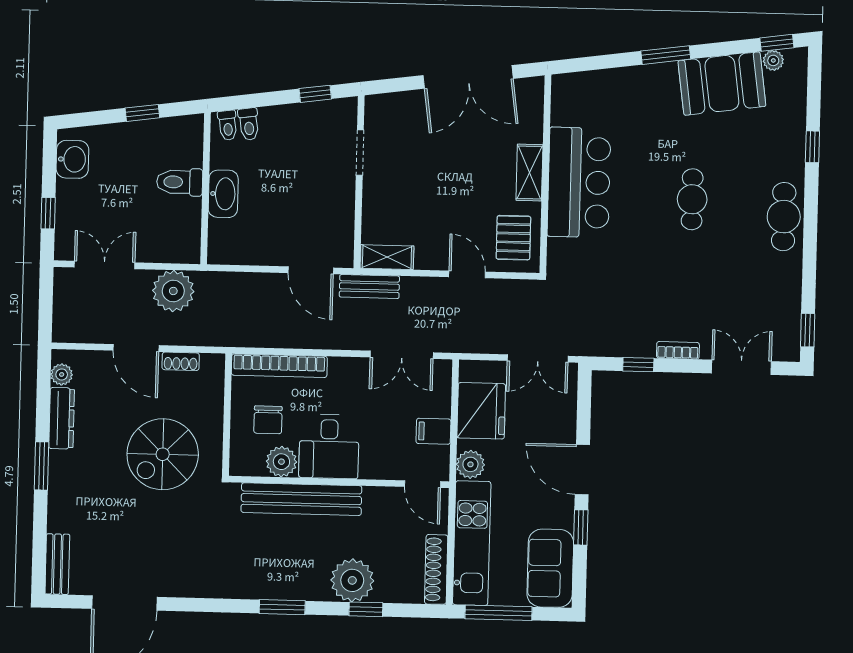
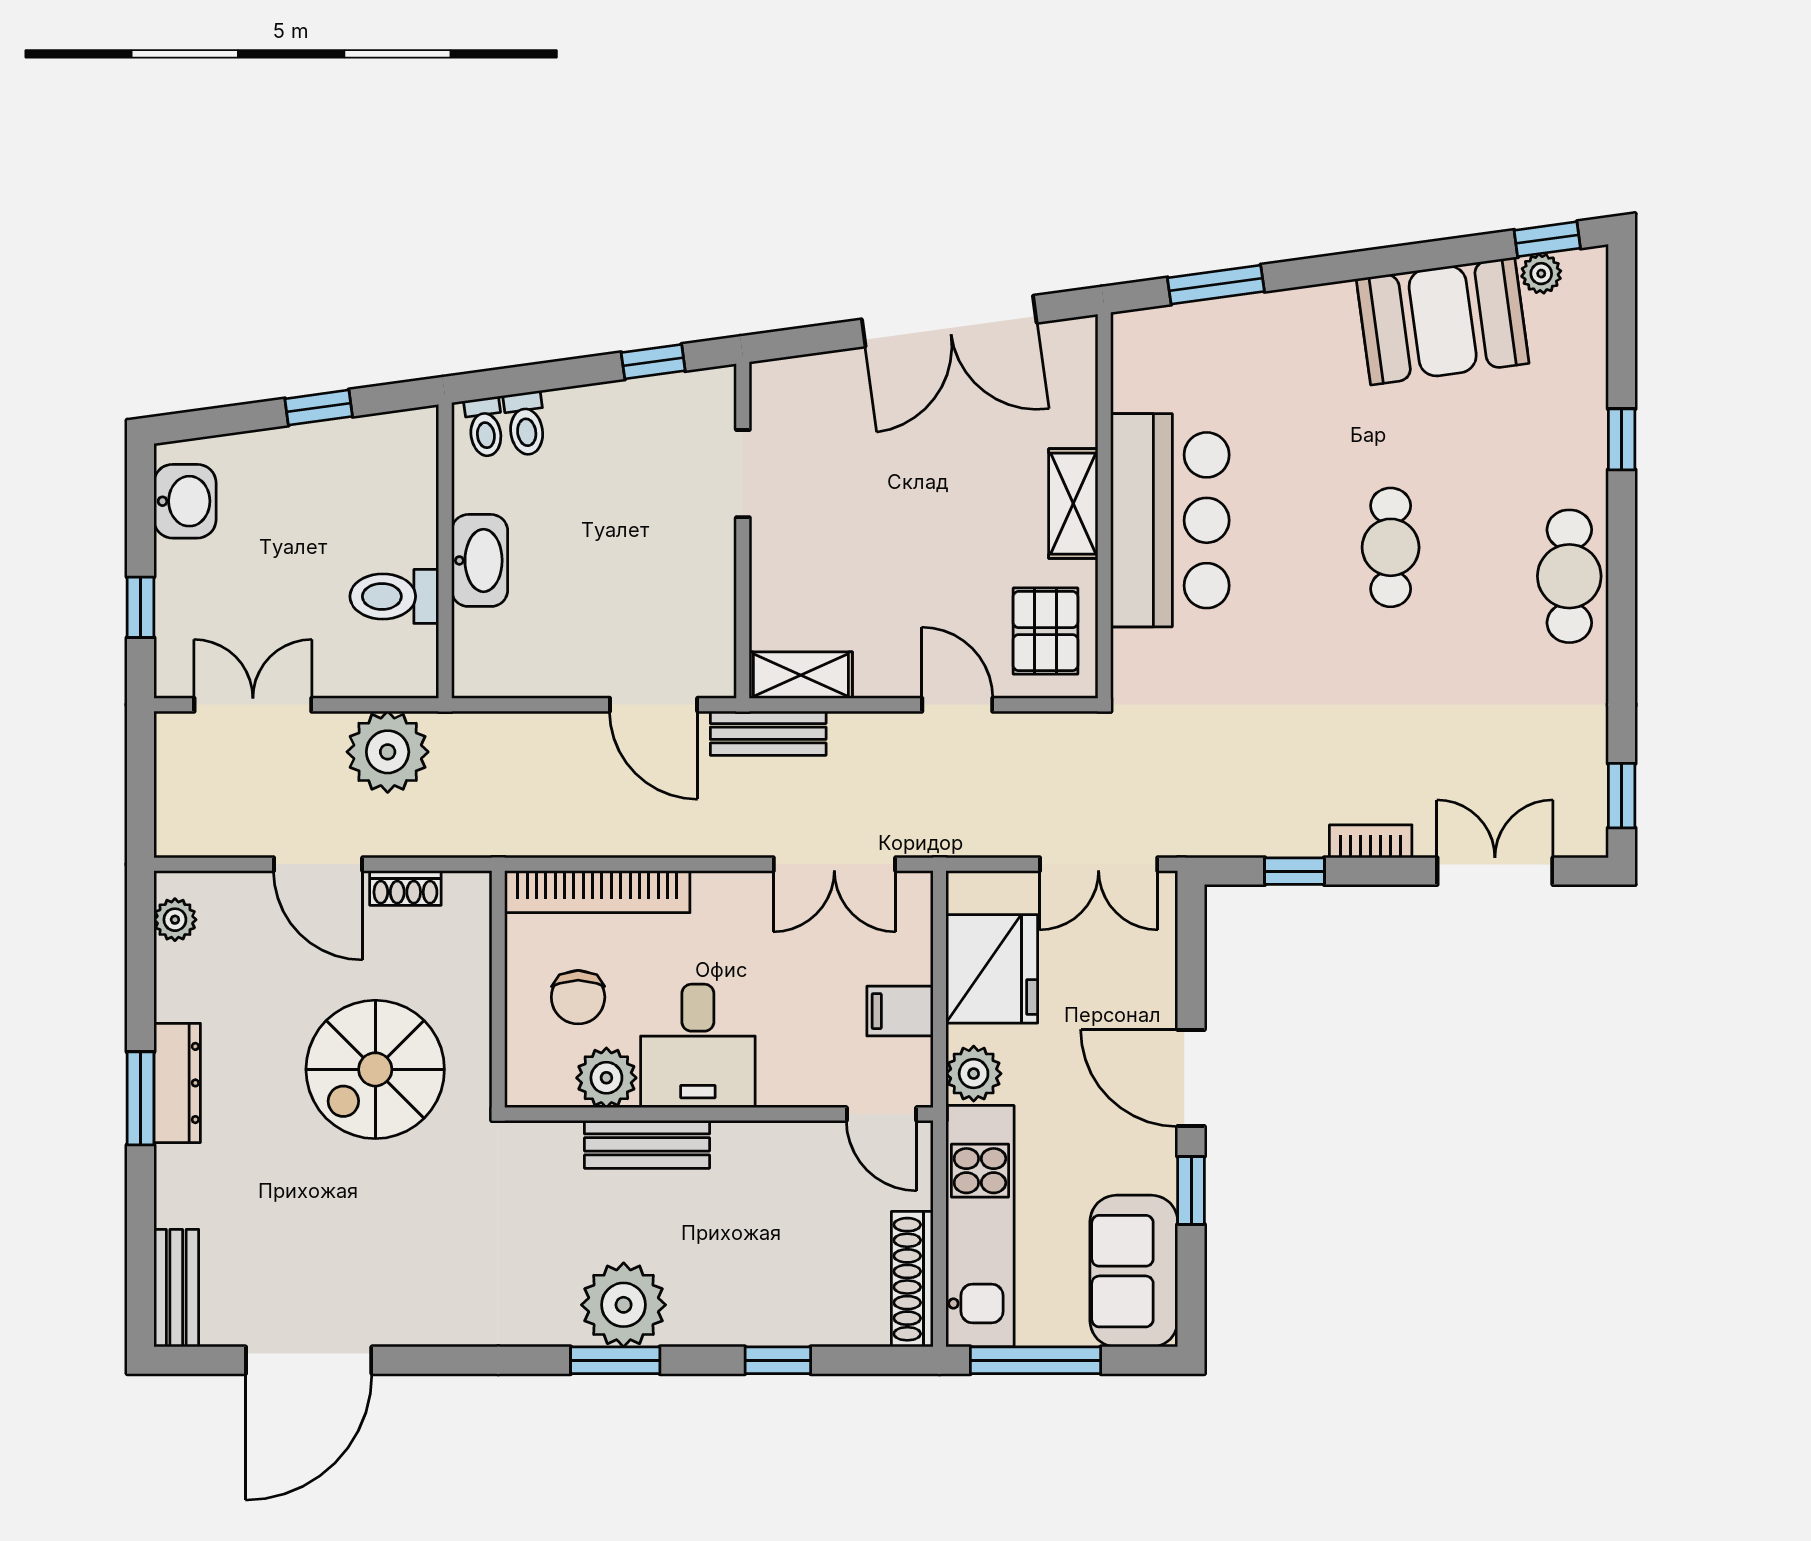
window: (666, 55) -> (1216, 285), moved
toilet: (180, 182) -> (394, 596), moved
dresser: (62, 418) -> (177, 1083), moved
bench: (301, 499) -> (647, 1144), width x0.54, depth x0.82
plant: (352, 580) -> (624, 1305), moved

